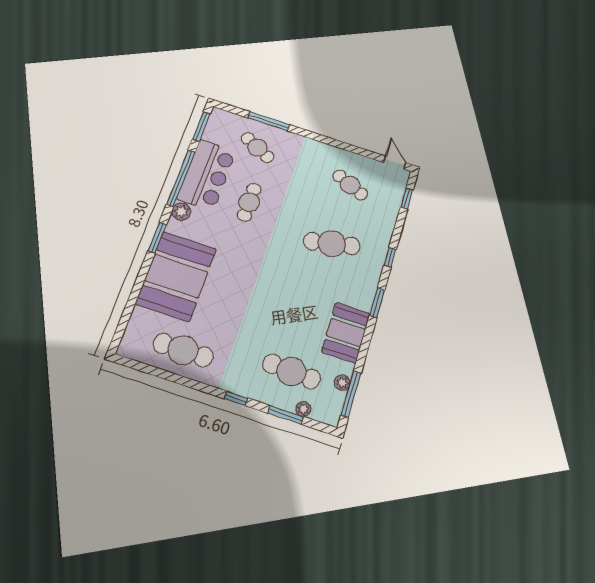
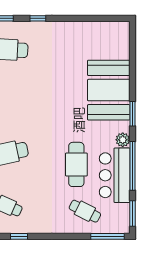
window: (268, 121) -> (108, 236), moved
window: (345, 146) -> (19, 236), added
cafe table: (249, 202) -> (76, 164), width x1.37, depth x1.35
cafe table: (183, 350) -> (85, 39), removed

